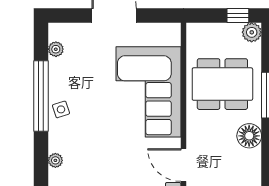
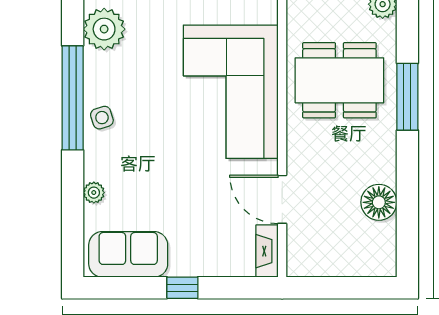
plant: (56, 49) -> (104, 29), width x1.87, depth x1.87
floor lamp: (249, 136) -> (379, 202), moved

